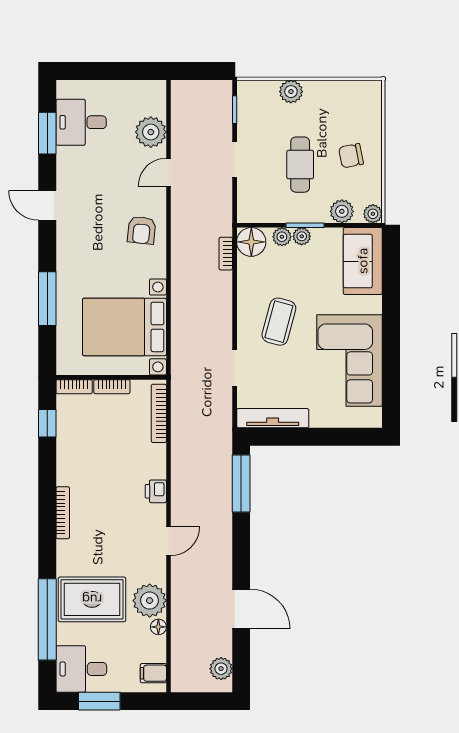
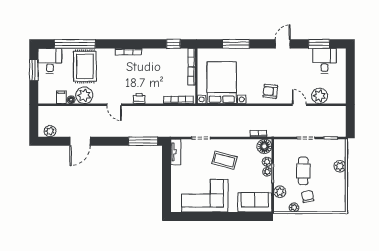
cafe table: (300, 165) -> (303, 171), turned 90
plant: (373, 214) -> (294, 207), moved
tv unit: (273, 418) -> (176, 152), width x0.71
filing cabinet: (153, 673) -> (61, 97), moved

